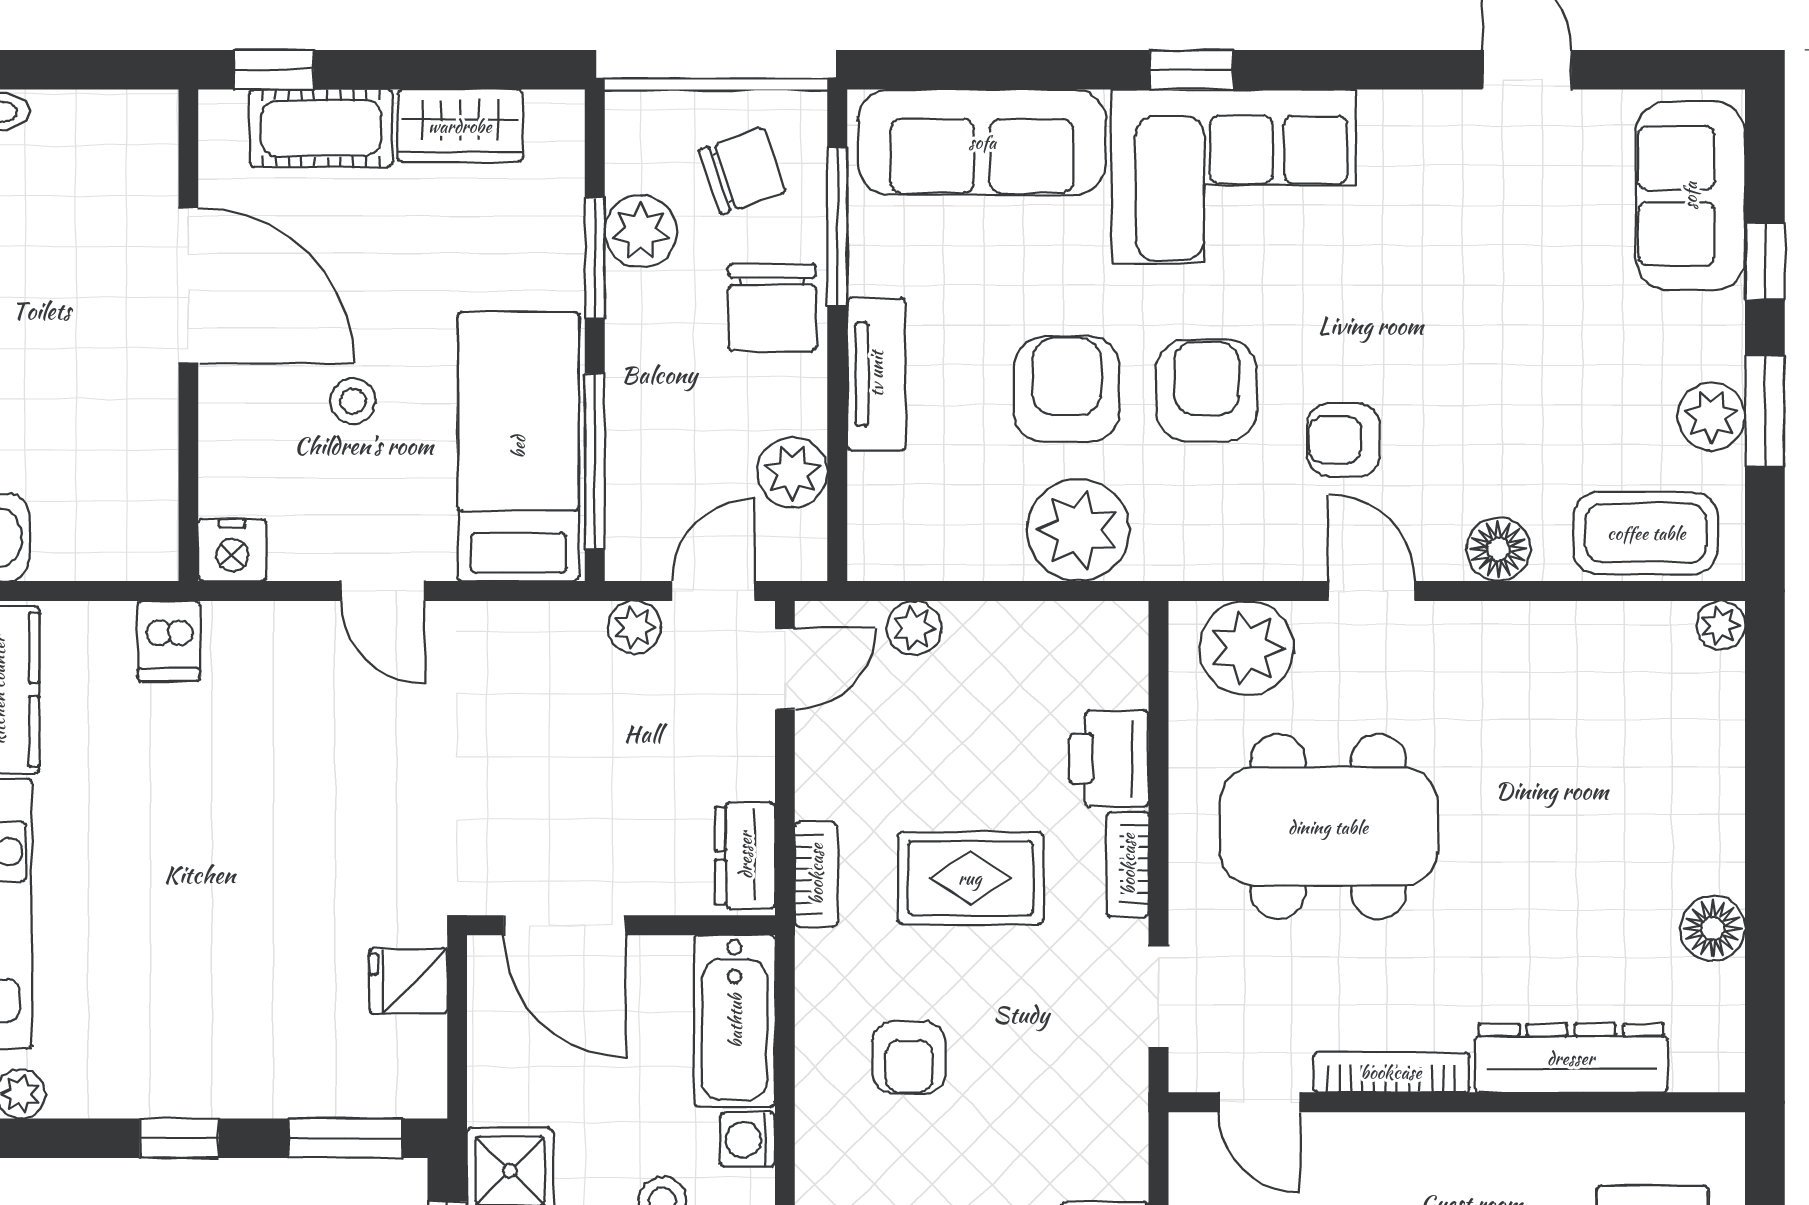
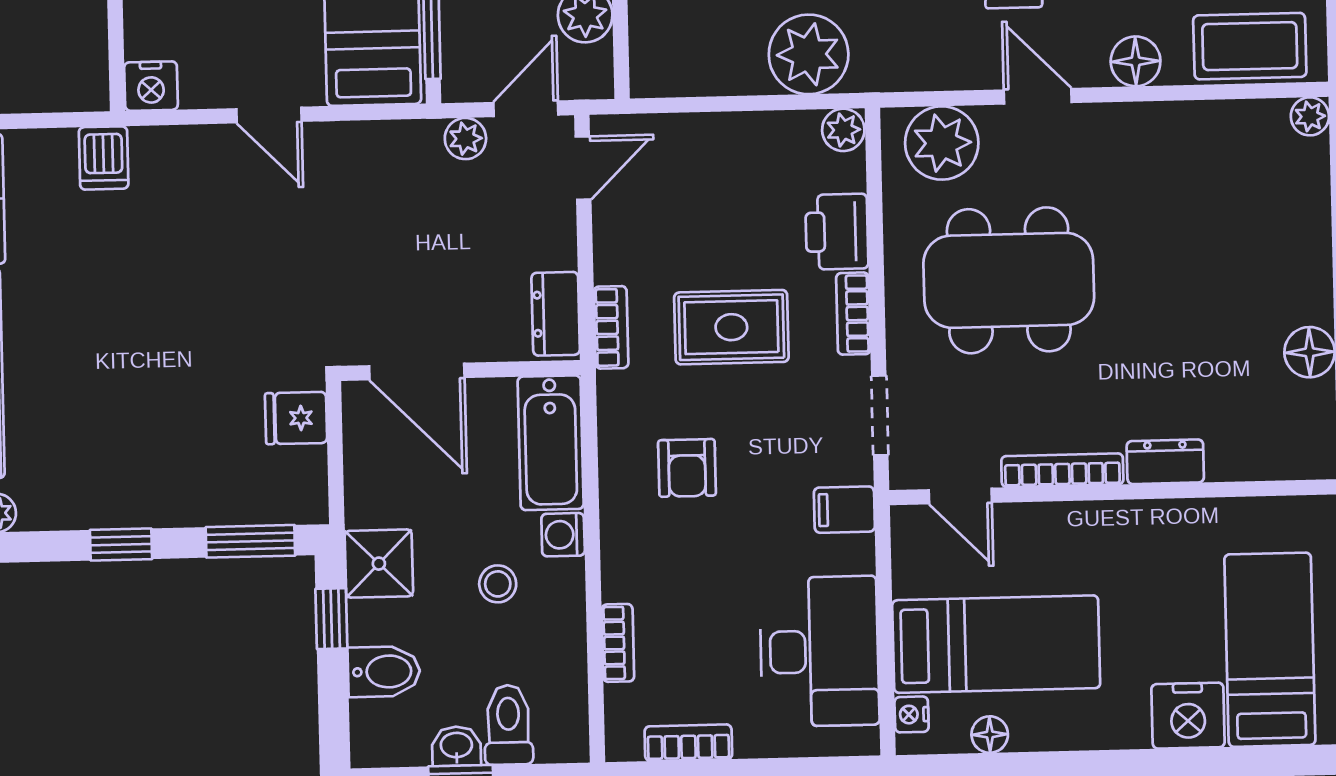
plant: (914, 628) -> (843, 130), moved
dresser: (1571, 1058) -> (1165, 462), width x0.51, depth x0.80
filing cabinet: (1110, 1116) -> (844, 510), added

